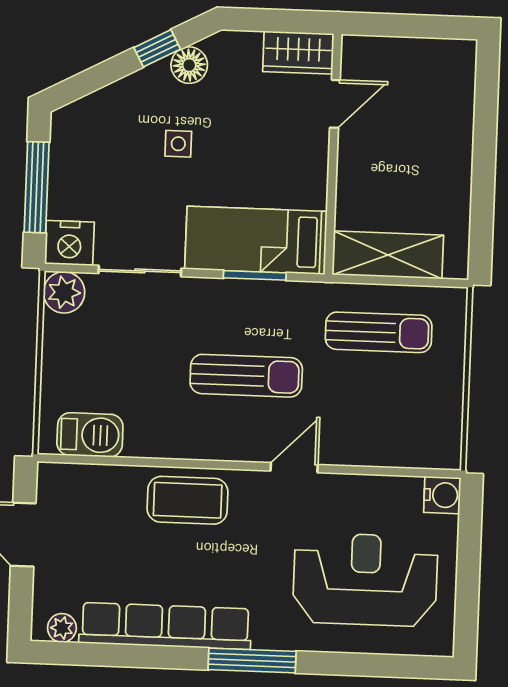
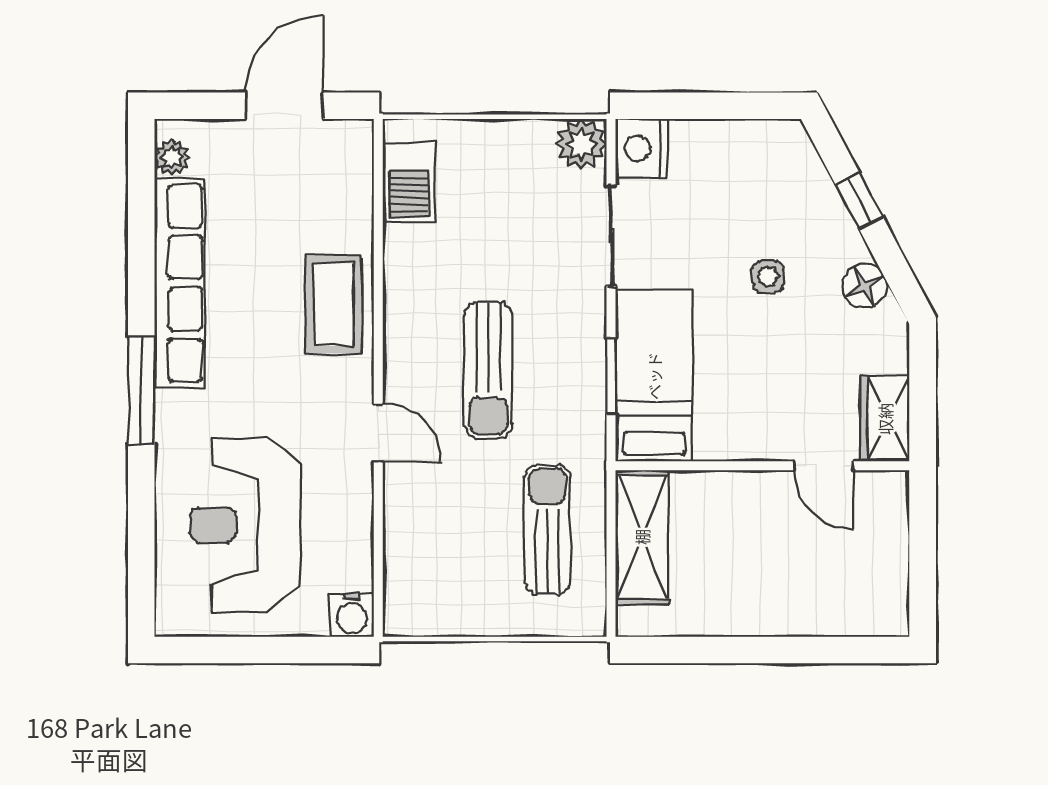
window: (157, 48) -> (859, 200), moved
window: (37, 187) -> (708, 106), removed
sun lounger: (379, 332) -> (547, 530), turned 180
reception desk: (365, 580) -> (245, 525), turned 180

